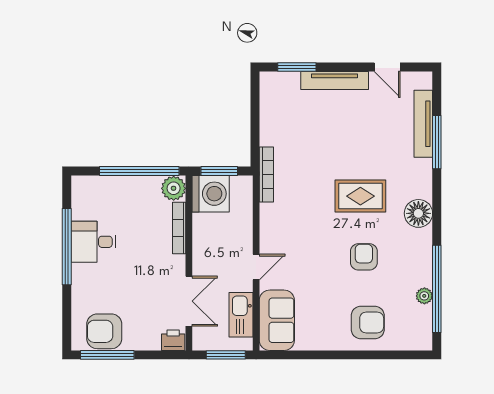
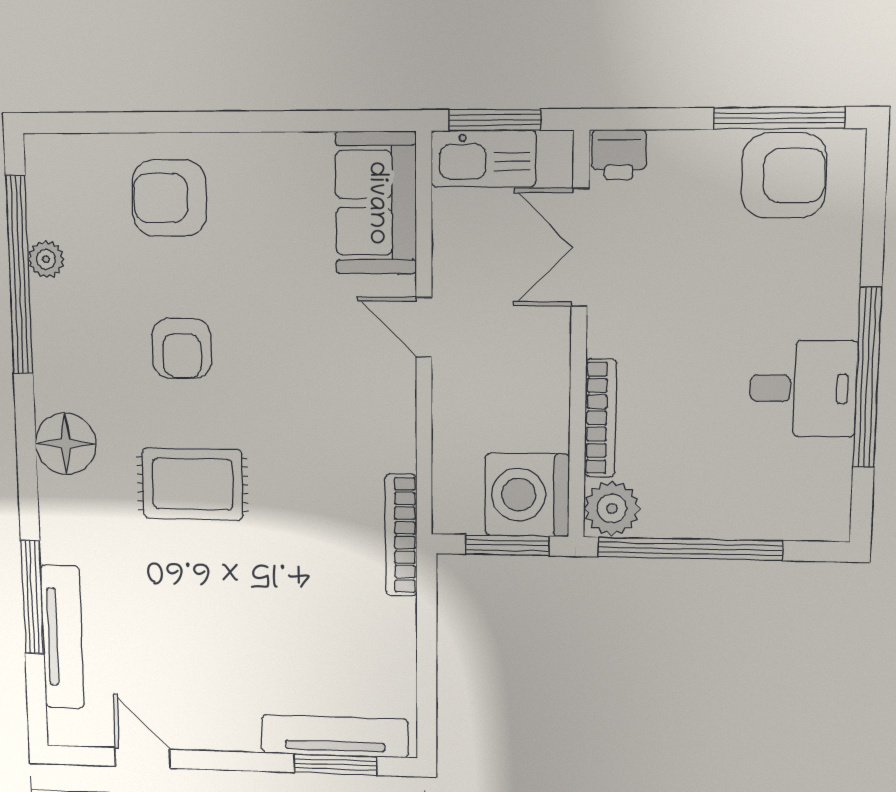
tv unit: (335, 81) -> (335, 736), moved
door: (256, 267) -> (424, 327), hinge flipped
kitchen sink: (241, 315) -> (484, 159), moved, turned 90

